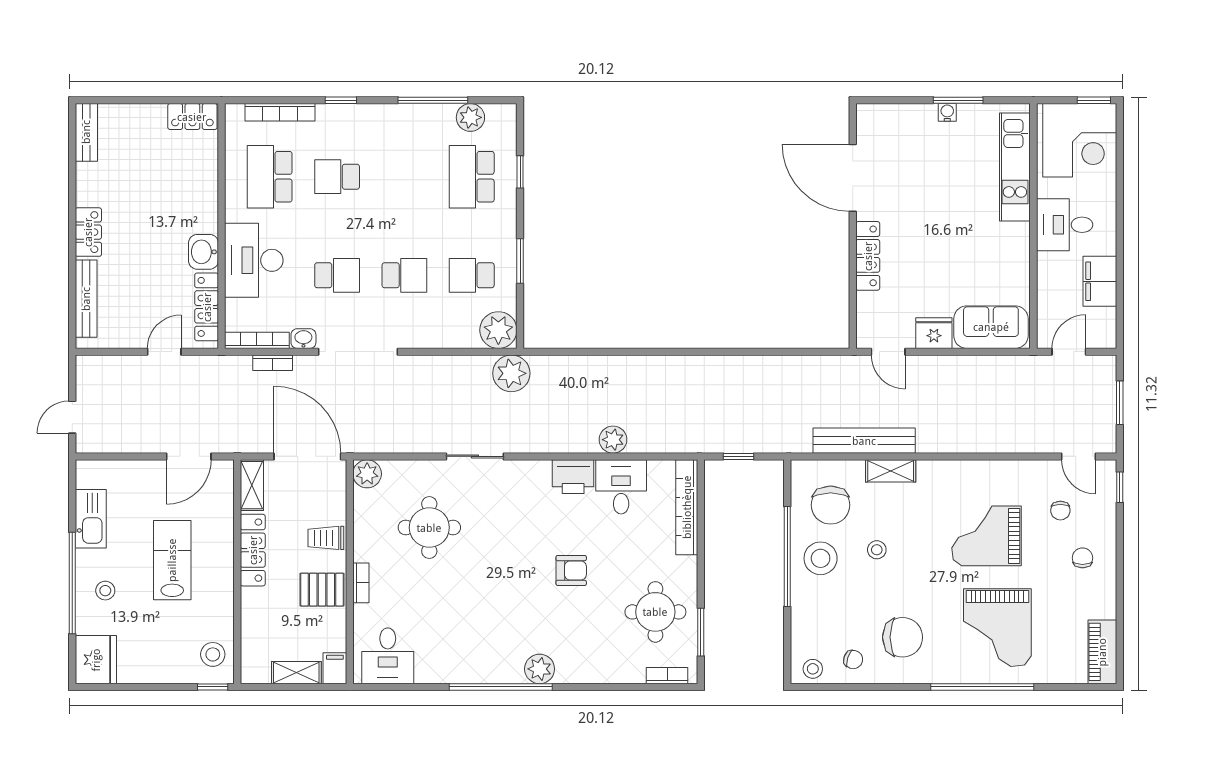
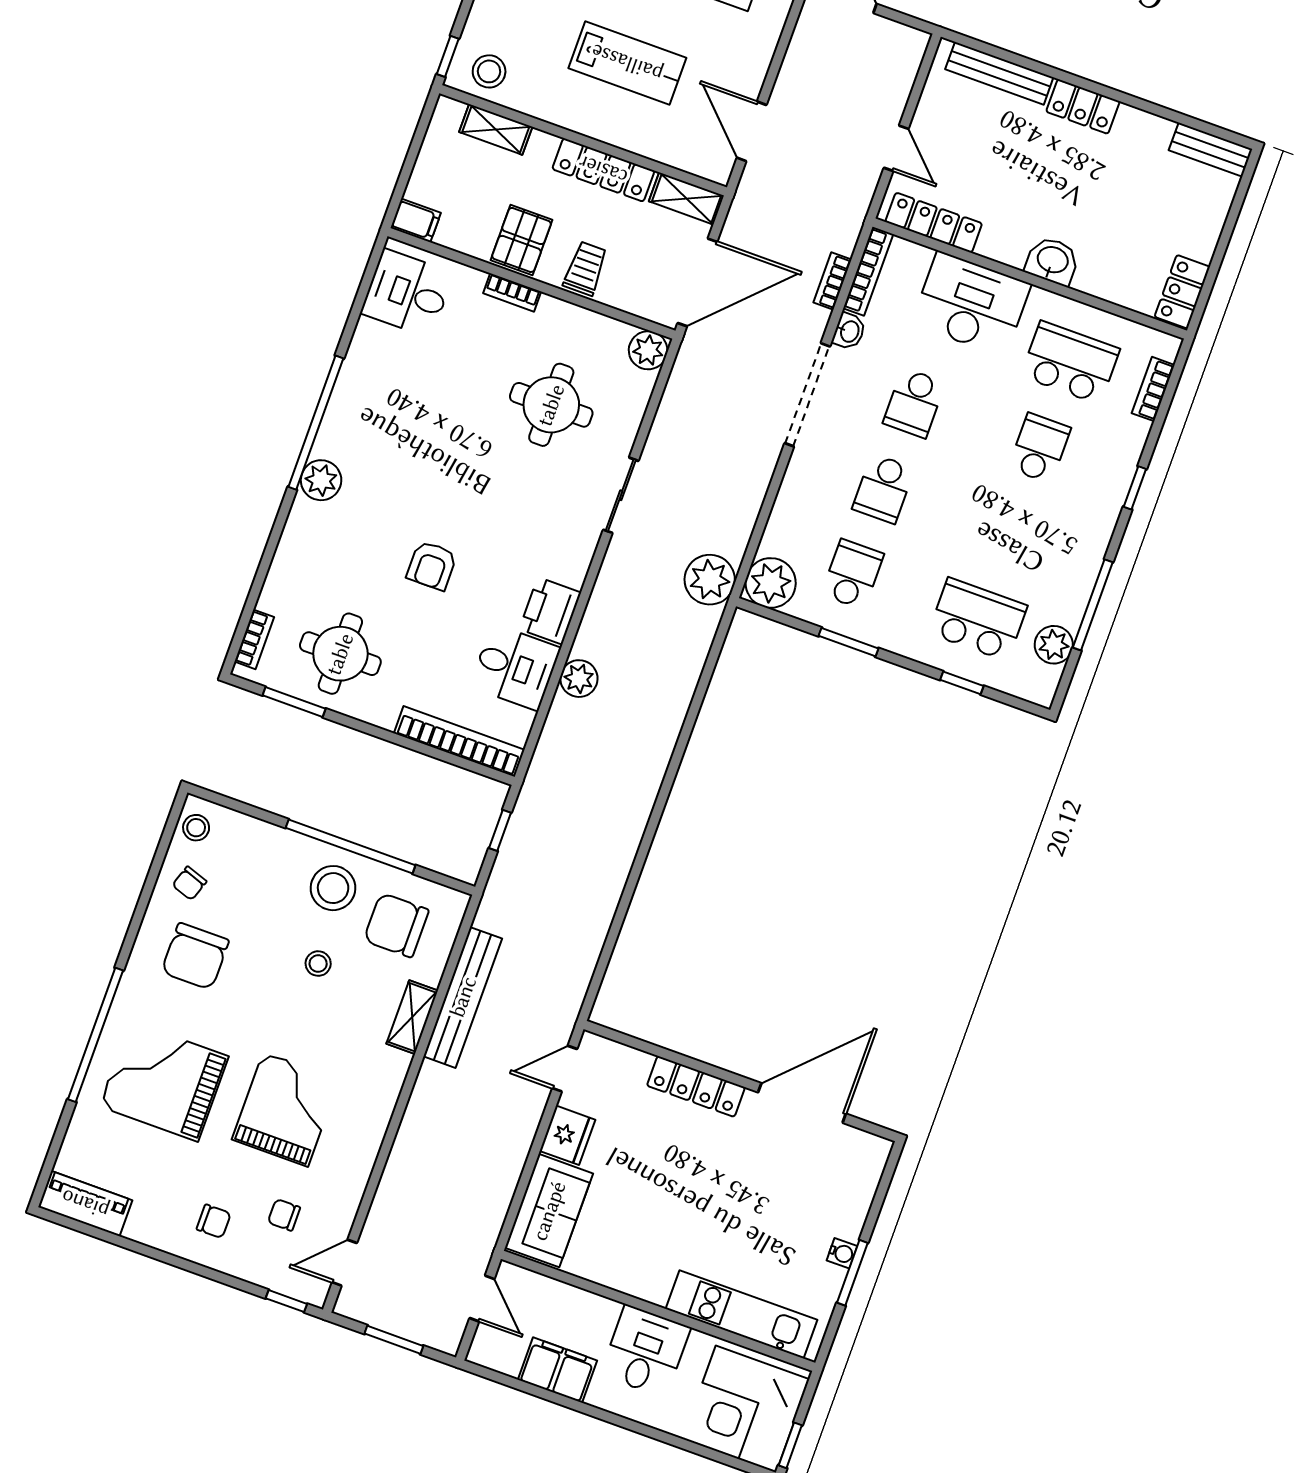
bookcase: (280, 112) -> (1153, 389), width x0.64
washbasin: (203, 252) -> (1052, 261), moved
shelving: (296, 673) -> (496, 129), moved, turned 90

